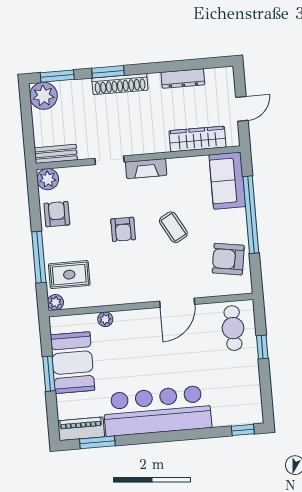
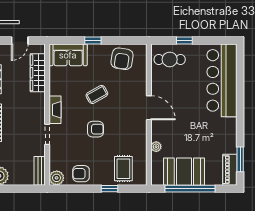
door: (242, 109) -> (20, 41), swing flipped
window: (251, 215) -> (93, 41), width x0.32
window: (39, 257) -> (110, 189), width x0.46
plant: (55, 302) -> (142, 180), removed
door: (177, 303) -> (149, 108), moved
window: (49, 374) -> (190, 189), width x2.11
bar counter: (157, 411) -> (222, 80), moved
window: (243, 430) -> (240, 59), removed

